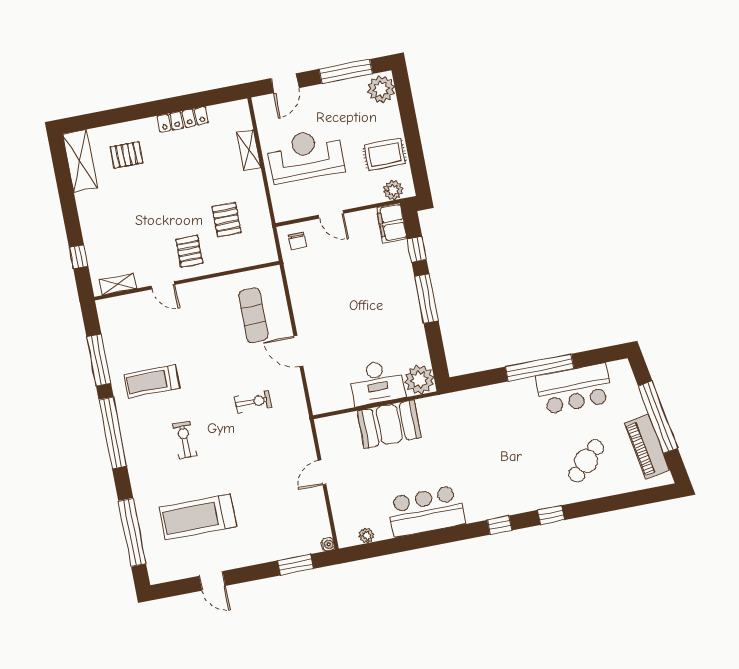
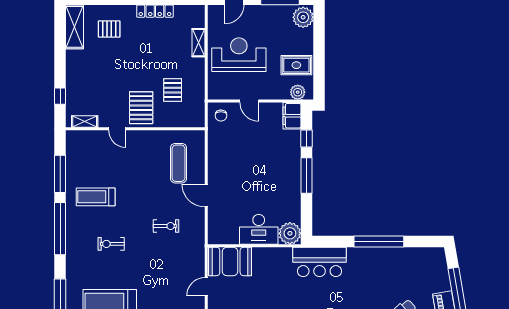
pallet: (189, 251) -> (141, 108), width x1.50, depth x1.42
bar counter: (574, 389) -> (320, 262), moved
booth: (389, 424) -> (230, 261), moved
exercise bike: (185, 440) -> (111, 244), turned -90

